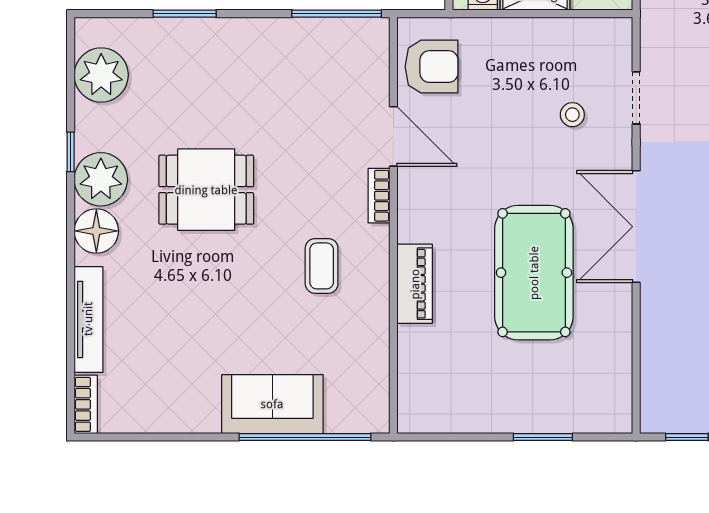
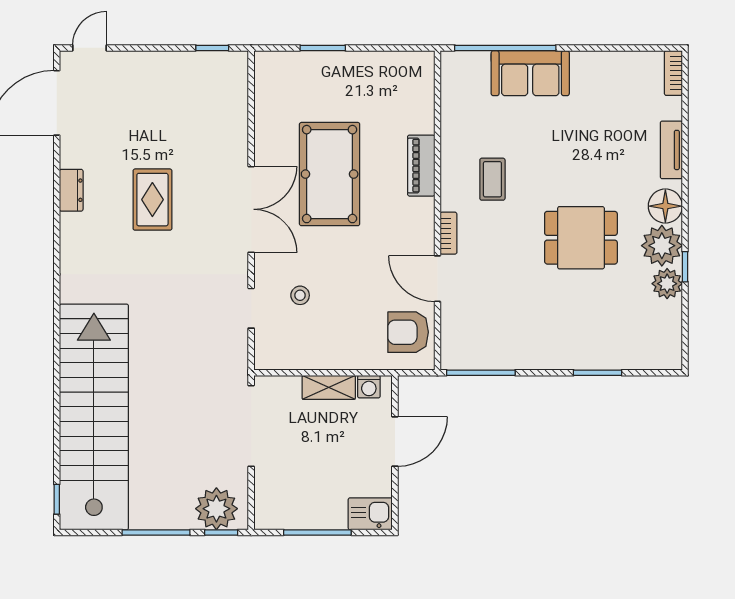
plant: (101, 75) -> (667, 284), moved, width x0.73, depth x0.73
tv unit: (88, 319) -> (671, 150), width x0.71

